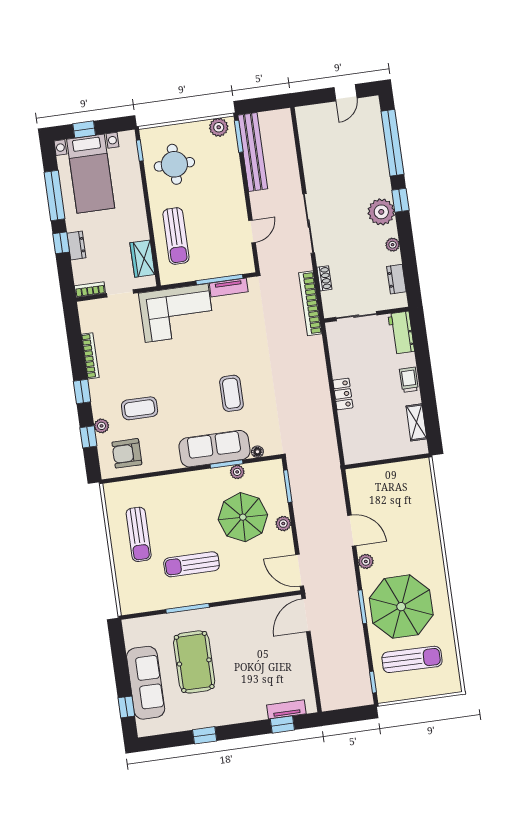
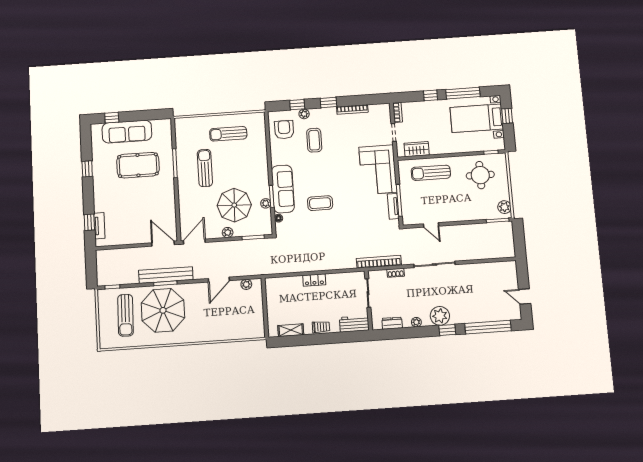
bench: (253, 152) -> (166, 275), moved
dresser: (76, 245) -> (428, 105), removed
plant: (366, 561) -> (246, 284), moved

